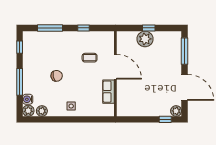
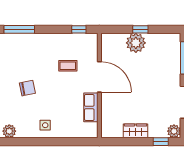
window: (83, 28) -> (79, 29), moved
wardrobe: (145, 111) -> (136, 131), added

